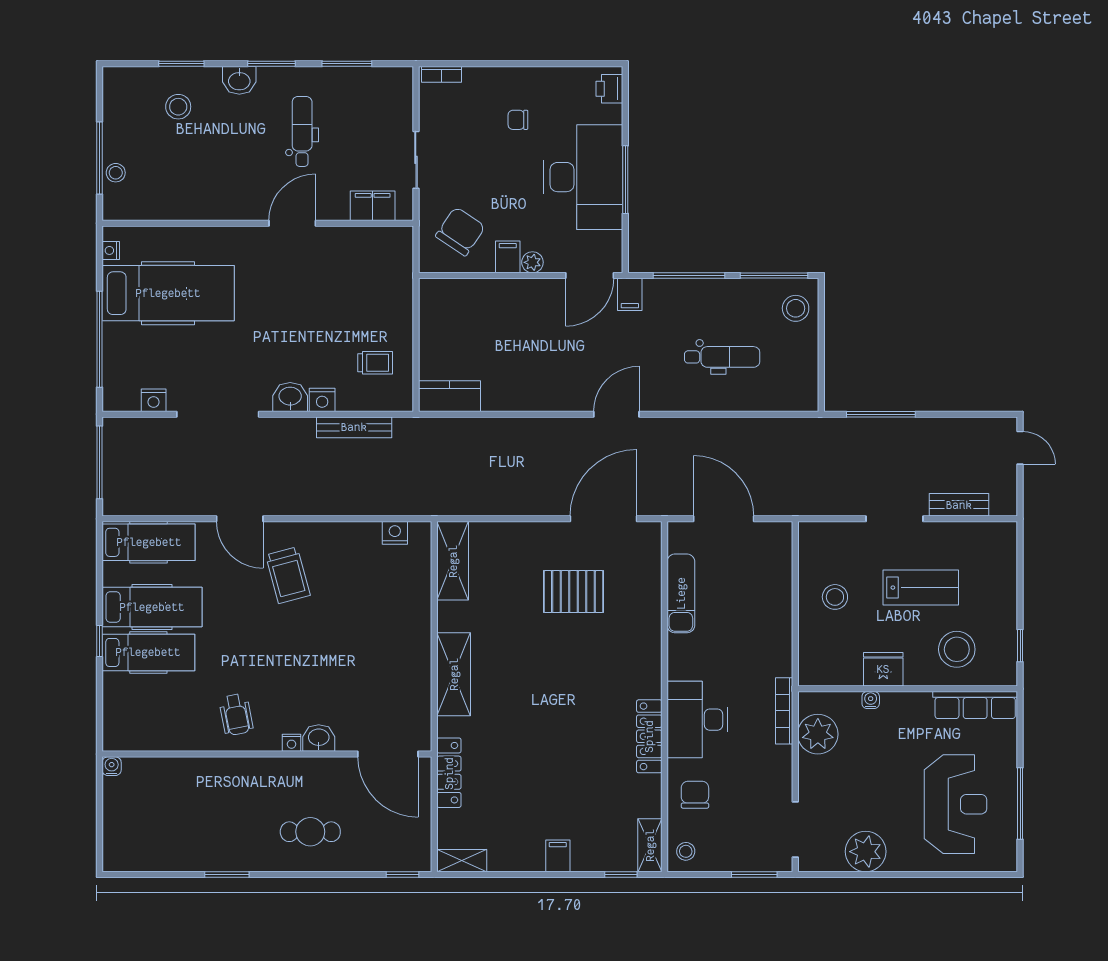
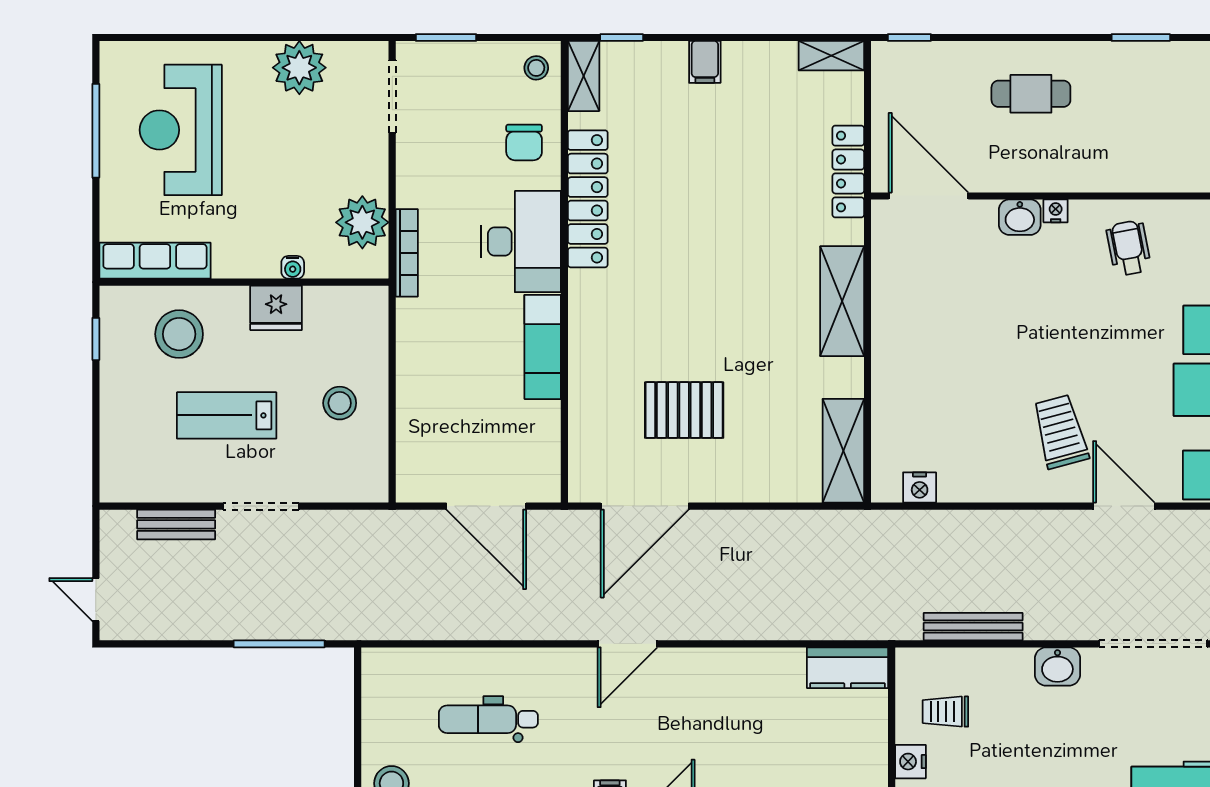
nightstand: (322, 400) -> (910, 762), moved, turned -90
exam couch: (681, 593) -> (543, 347), moved
locker: (649, 736) -> (588, 199), width x1.41, depth x1.21

